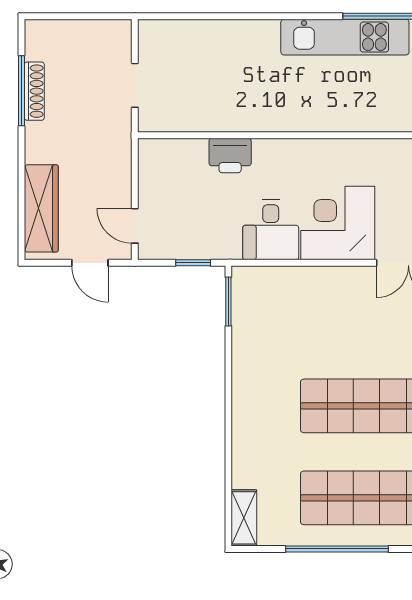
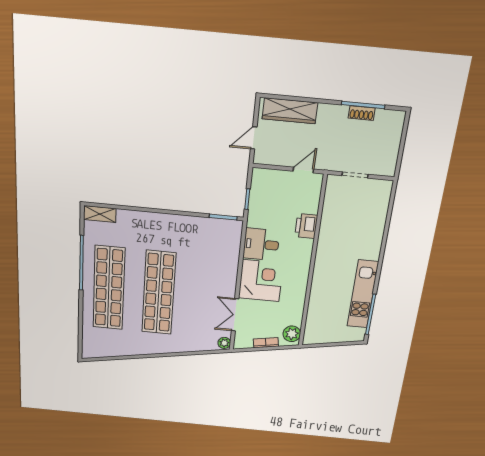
shoe rack: (34, 91) -> (362, 113), width x0.70
door: (135, 226) -> (303, 170), moved

